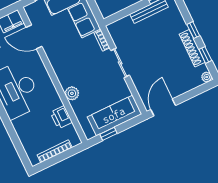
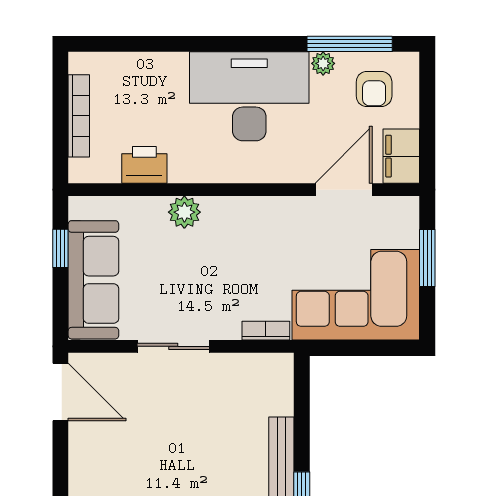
sliding door: (120, 63) -> (173, 346), moved

